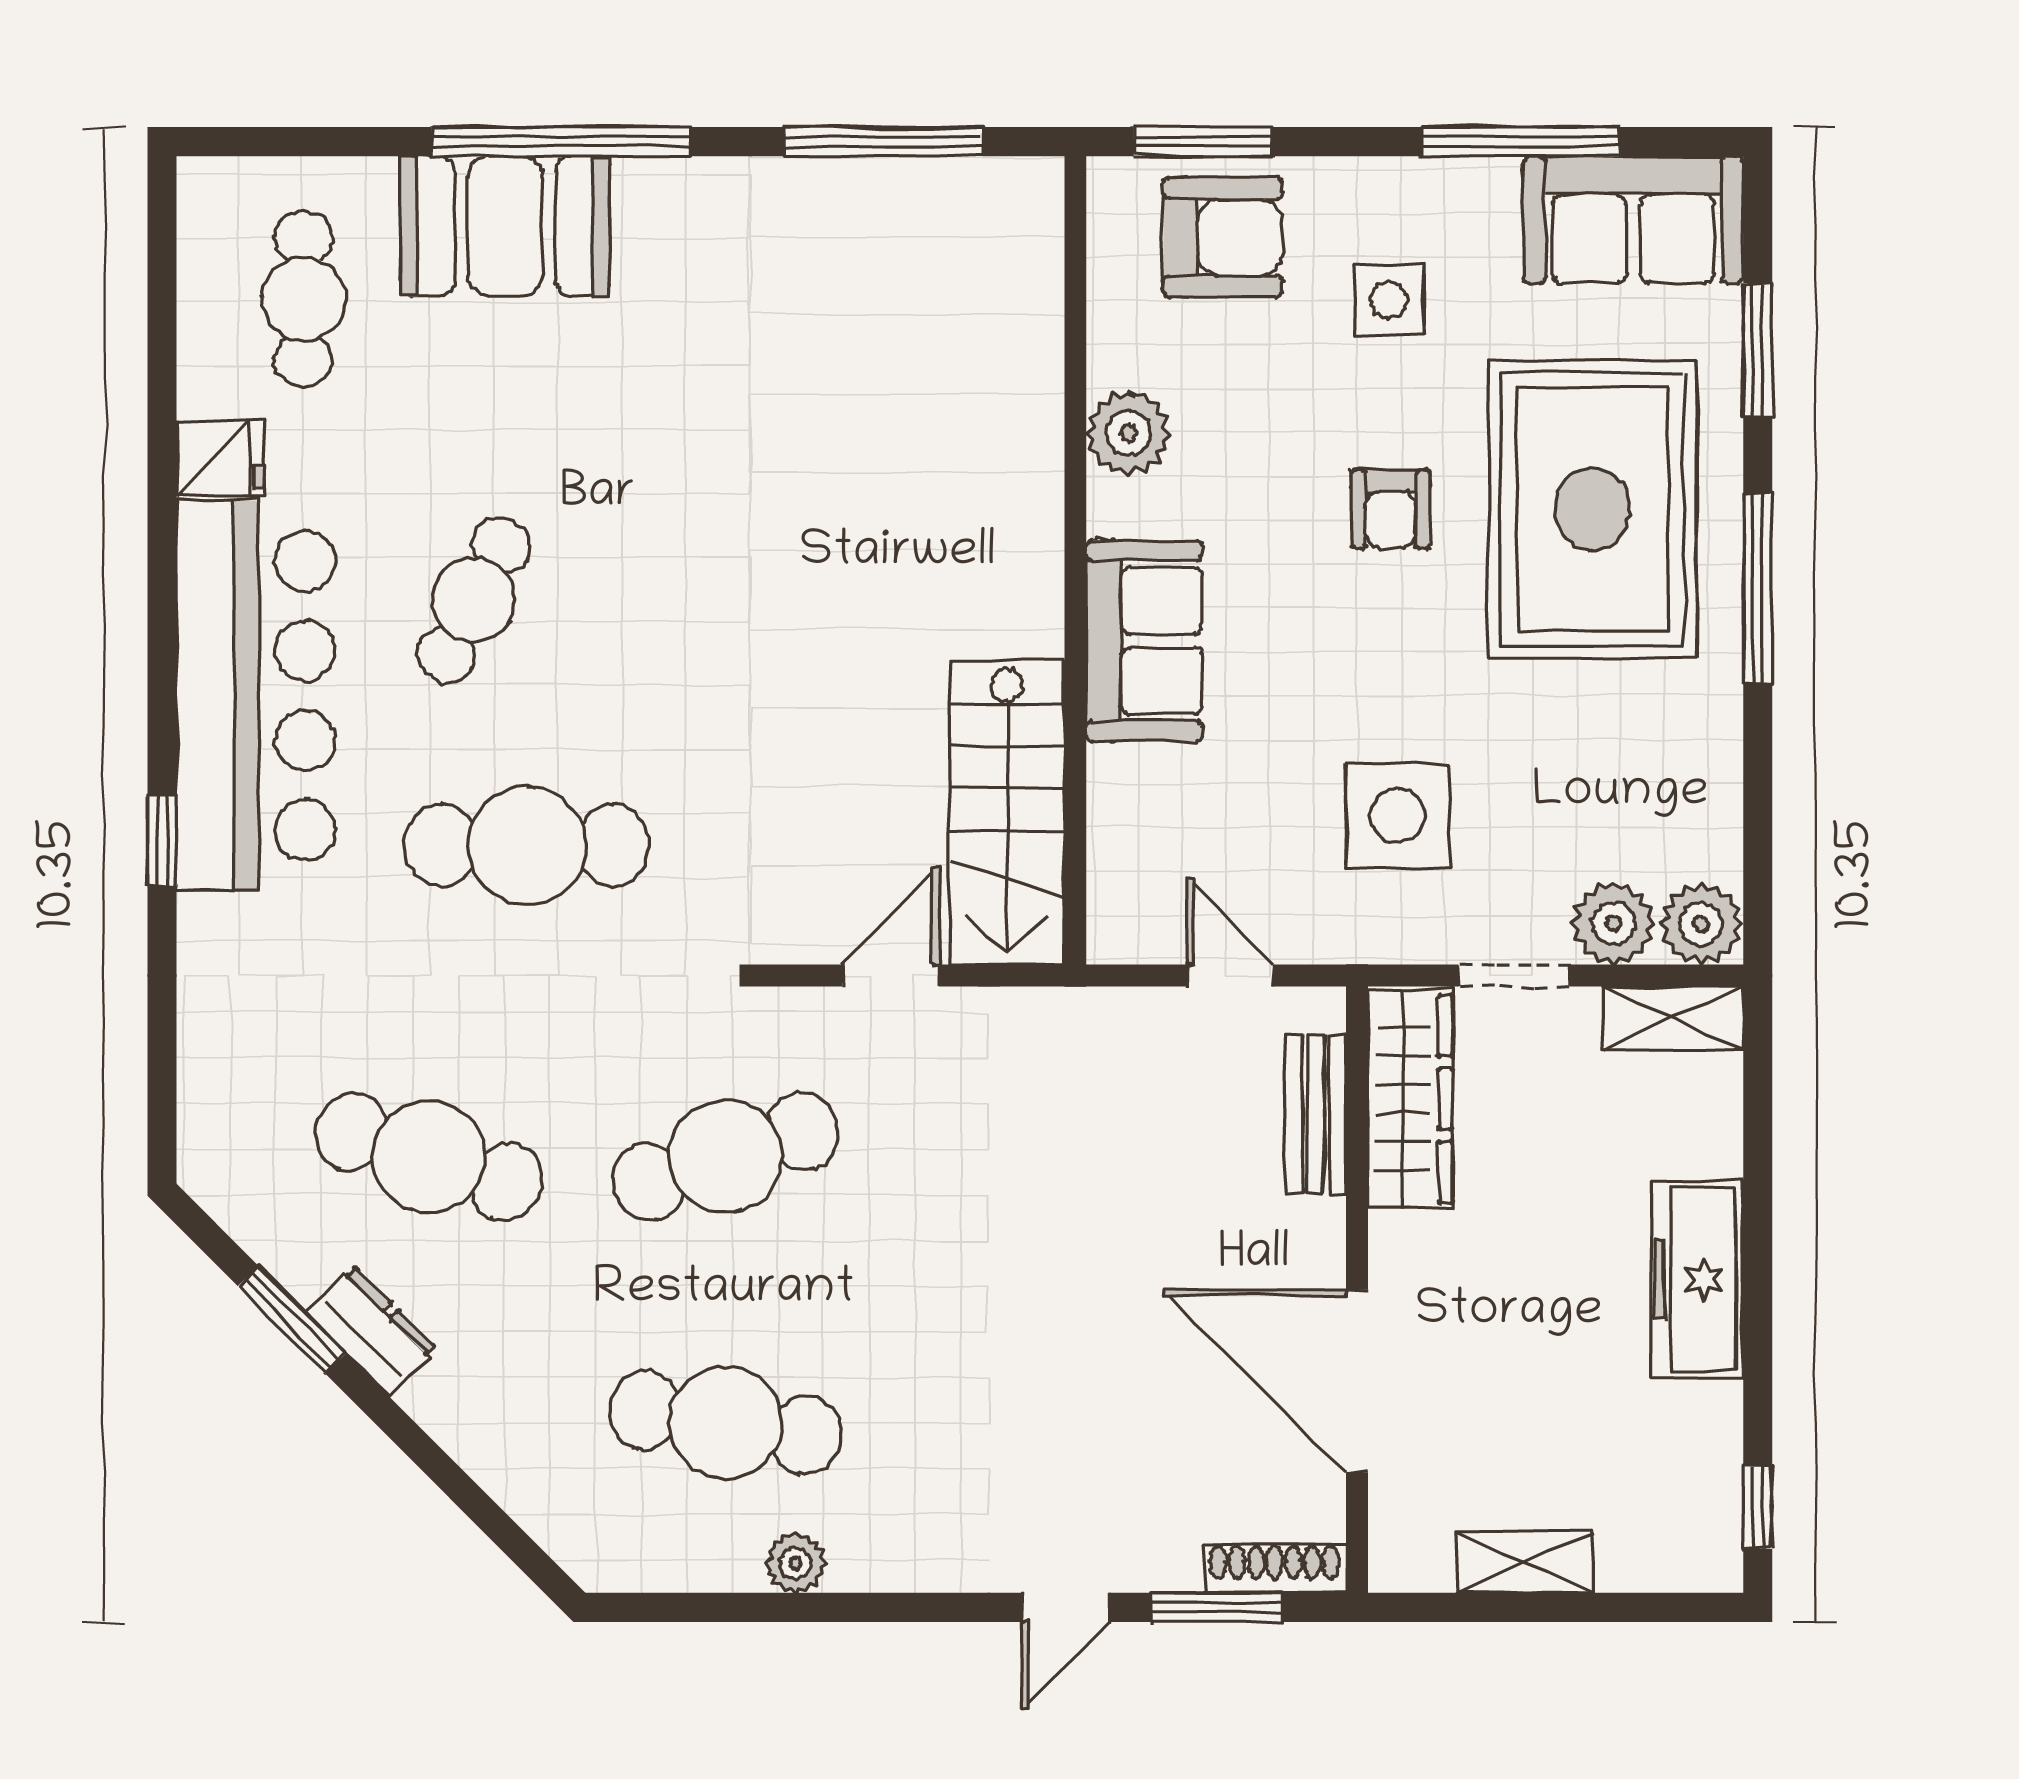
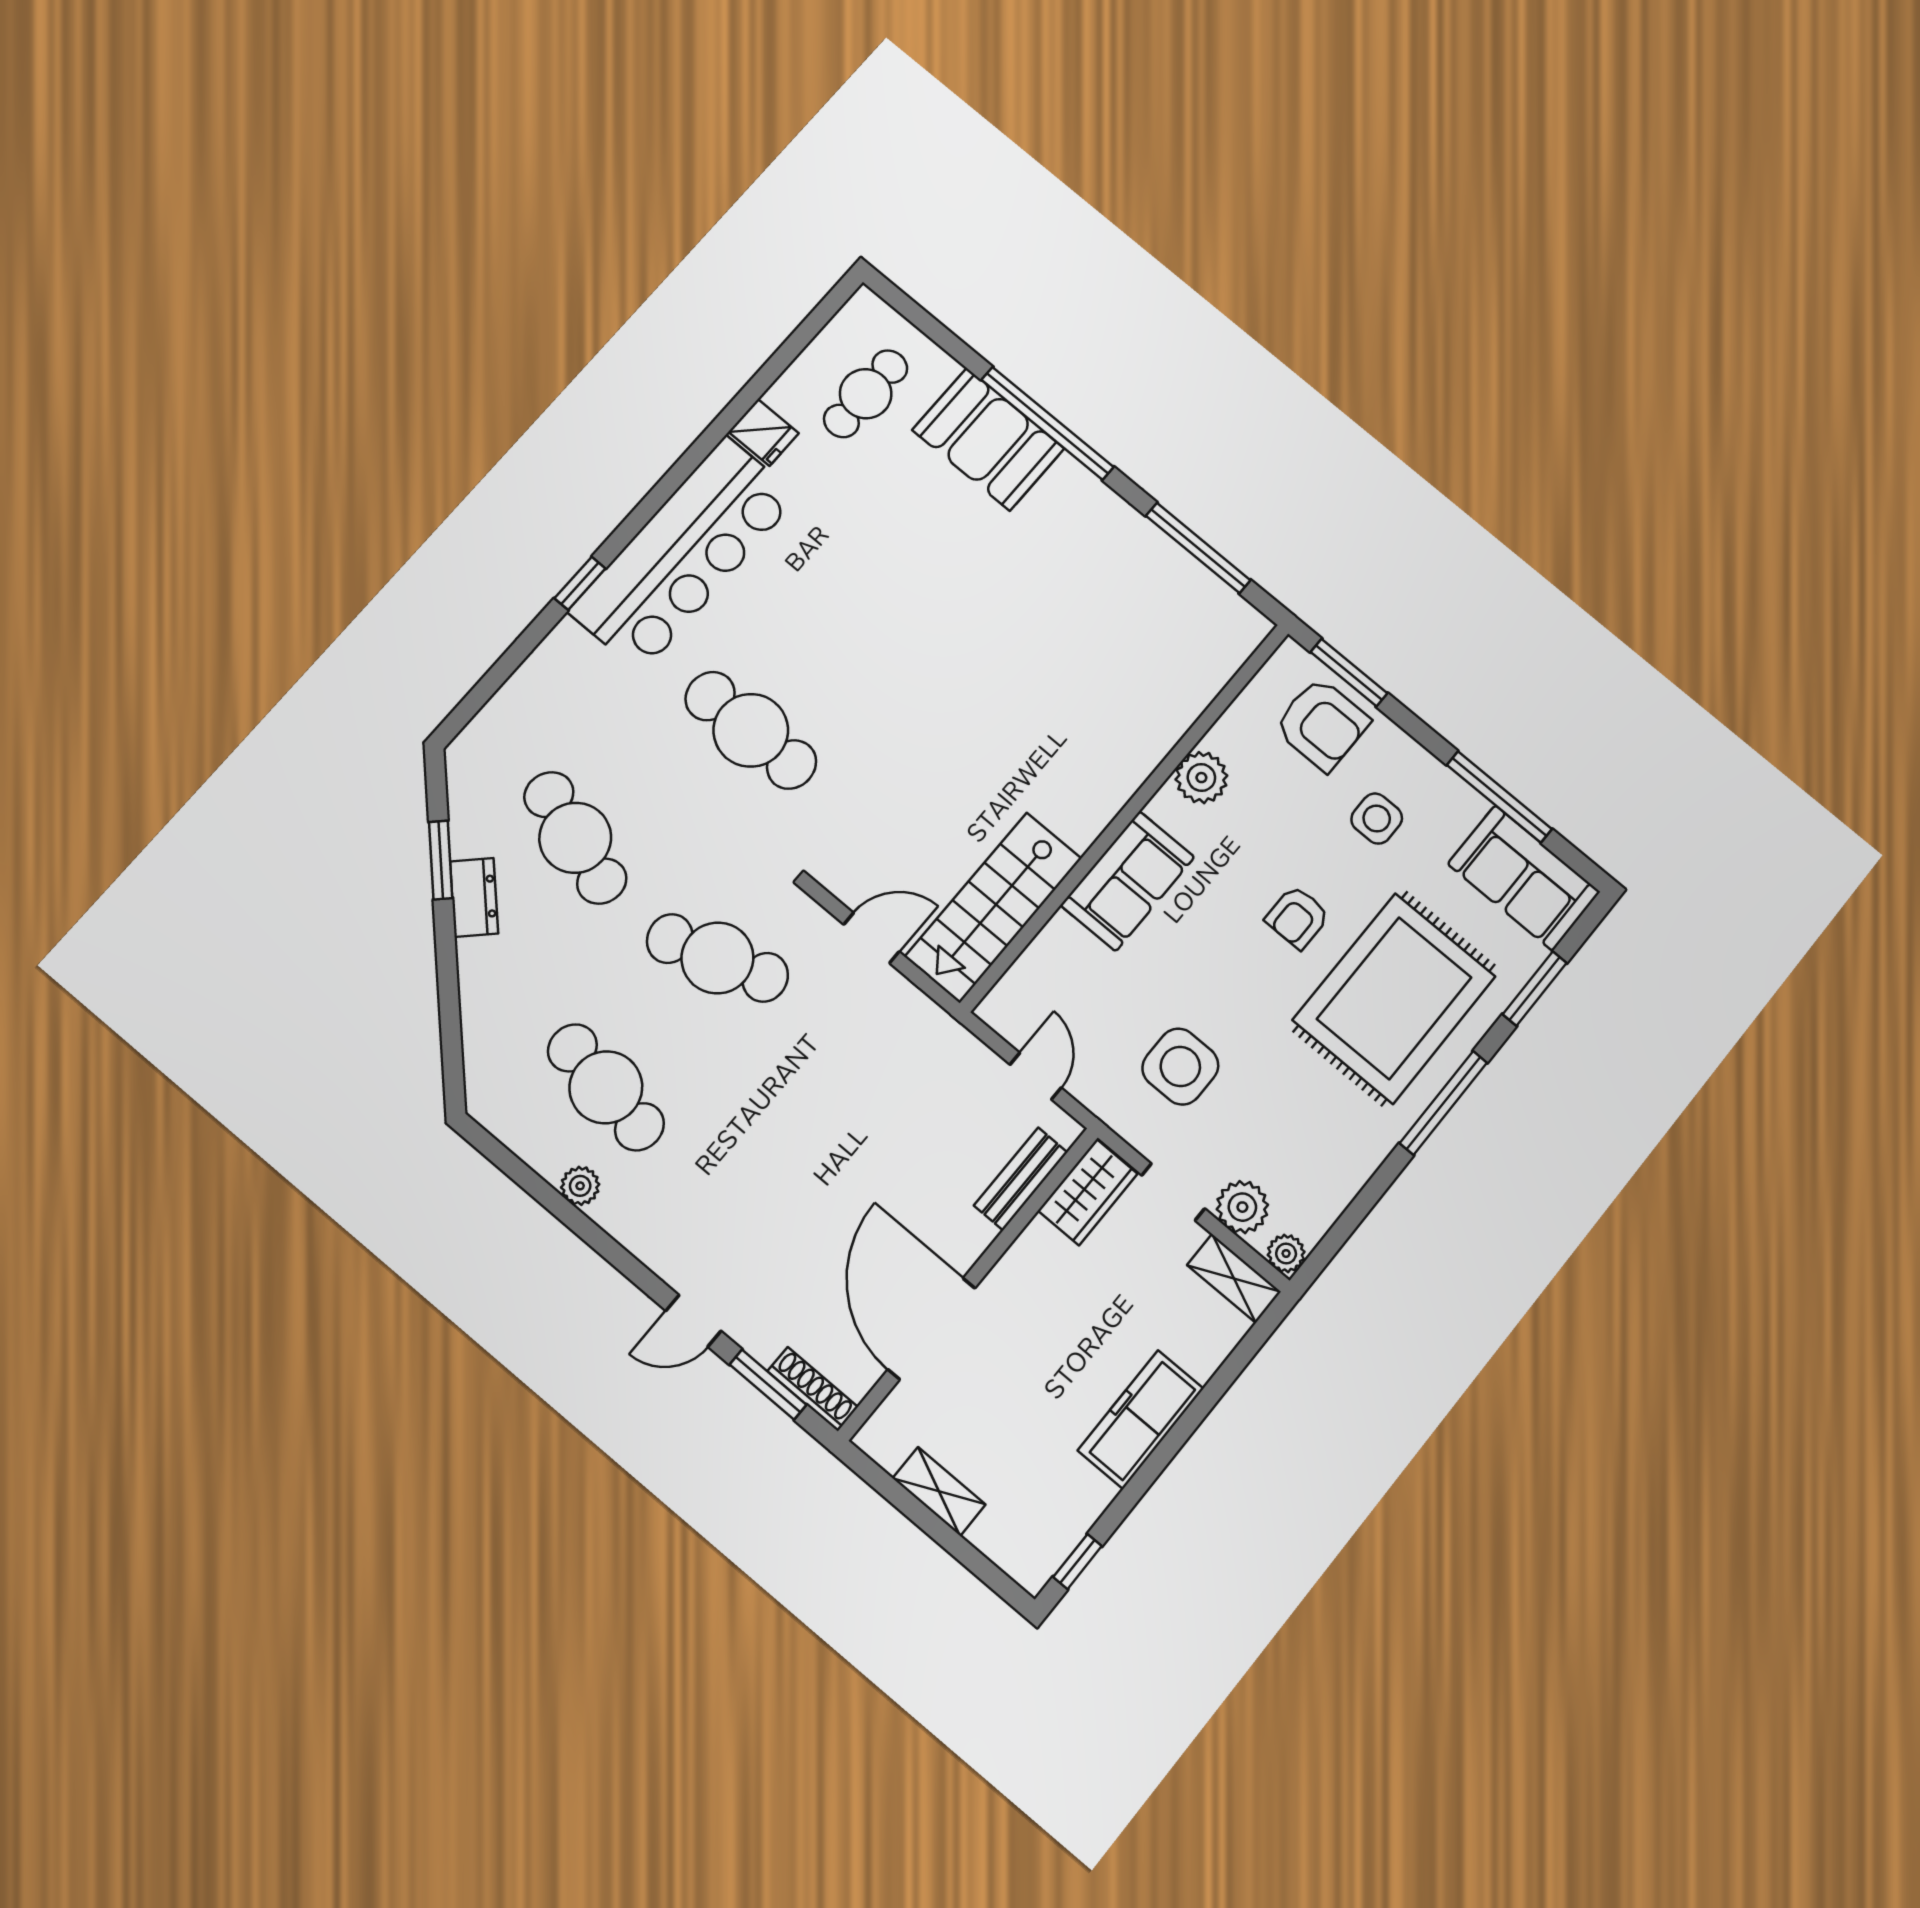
cafe table: (474, 600) -> (825, 596), removed
plant: (1701, 924) -> (1286, 1253), width x0.73, depth x0.73
wardrobe: (1410, 1099) -> (1088, 1192), width x0.67

